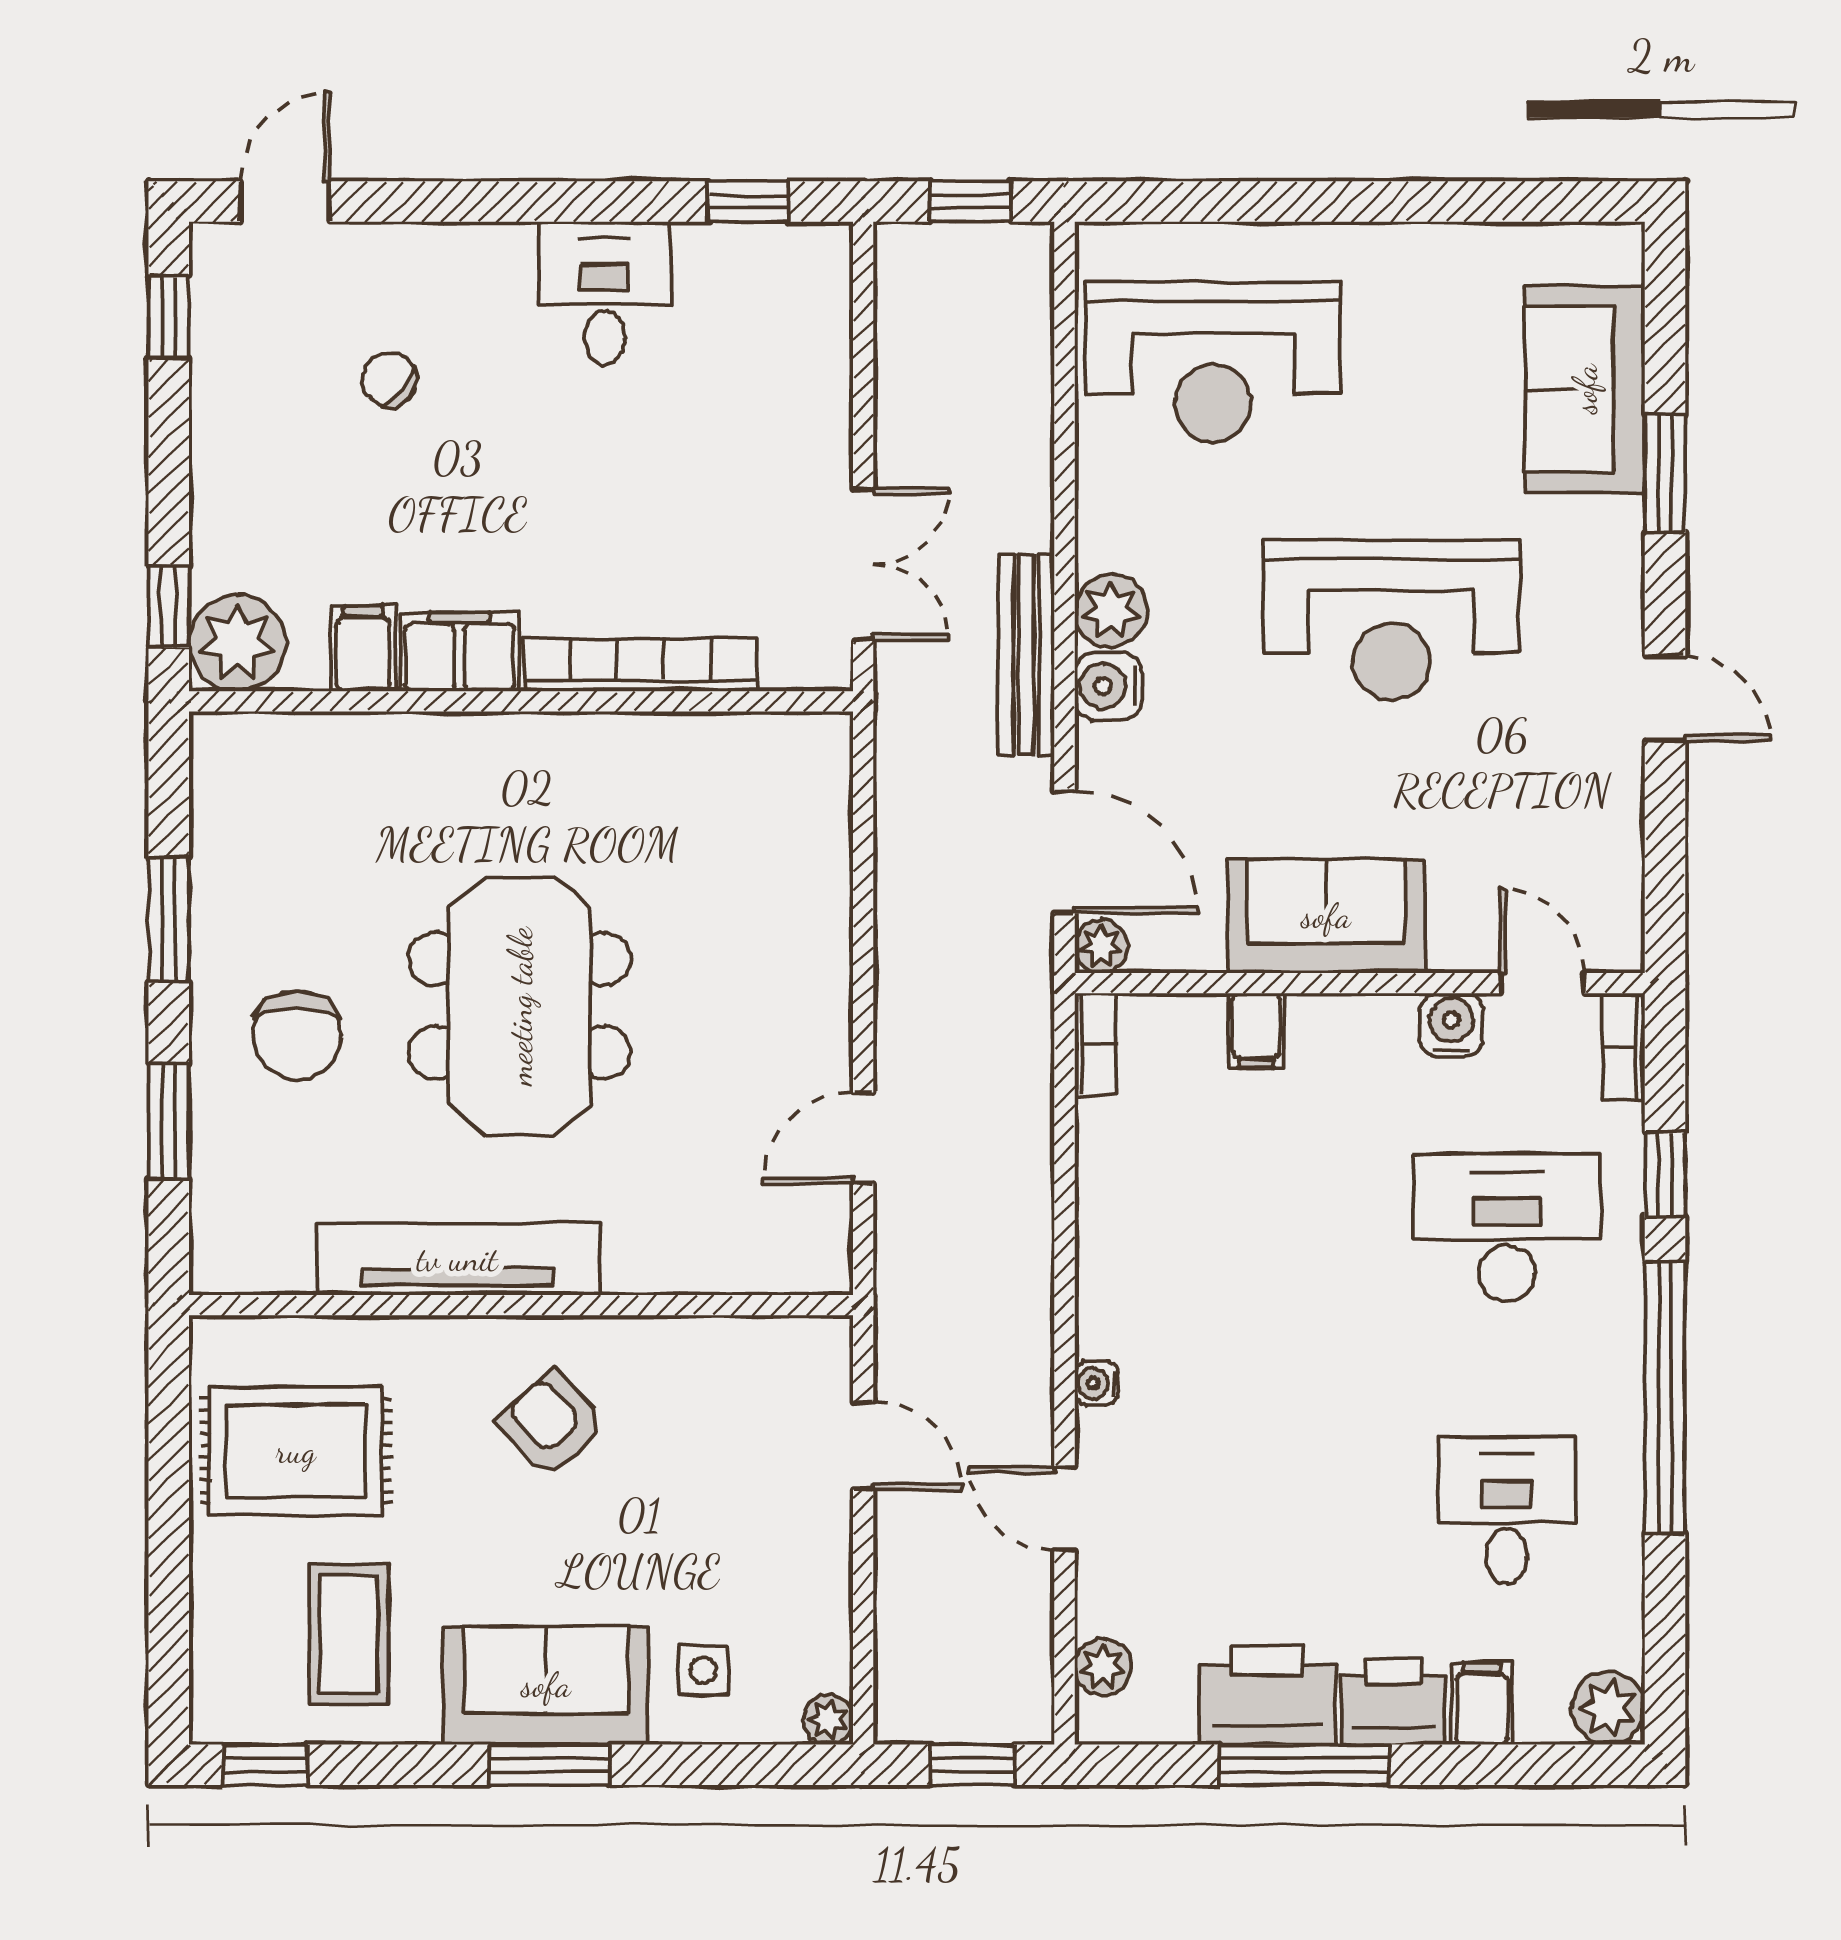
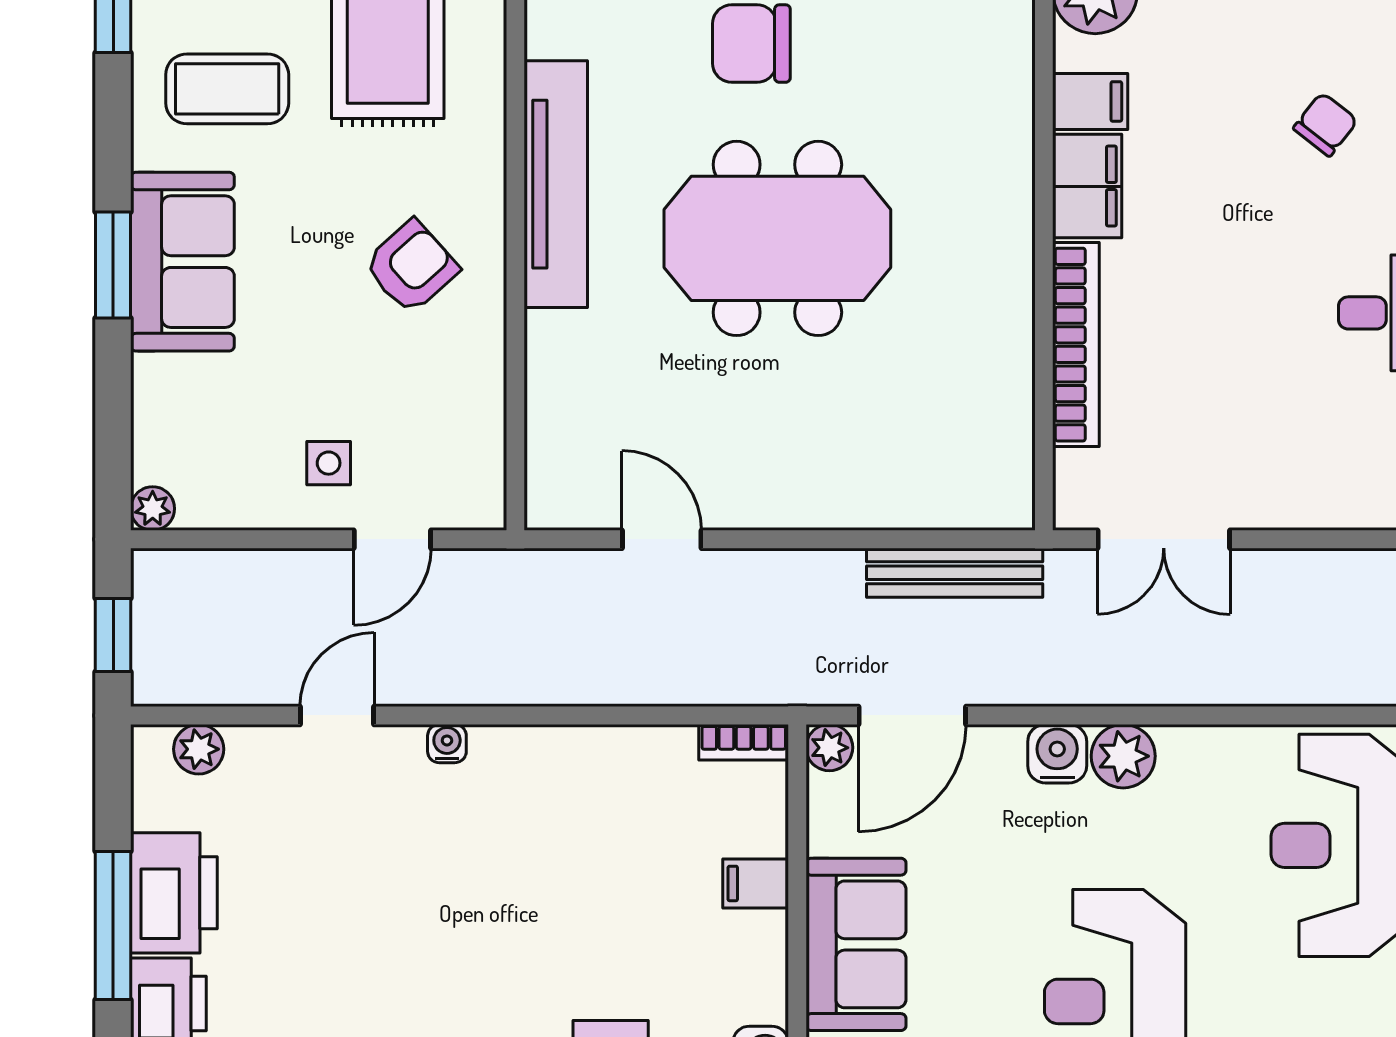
bench: (1026, 655) -> (955, 573), moved
side table: (703, 1670) -> (329, 463), moved

